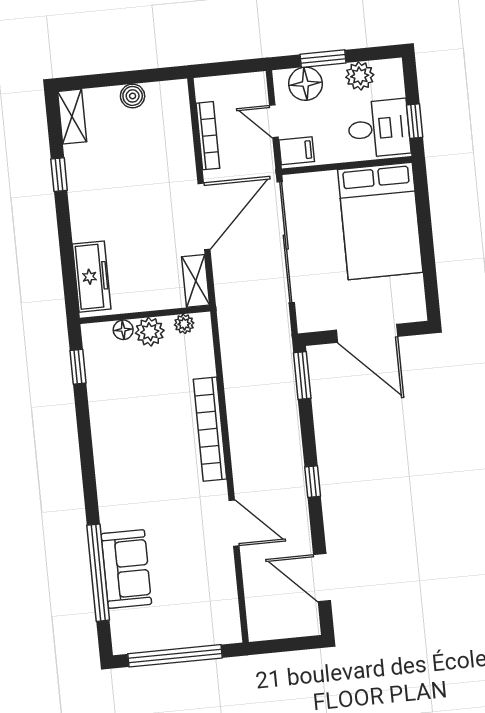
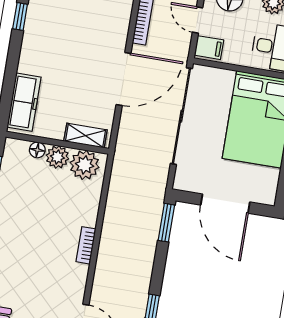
shelving: (196, 281) -> (85, 136), moved, turned 90
plant: (184, 324) -> (85, 165), width x1.88, depth x1.88
bookcase: (210, 429) -> (86, 245), width x0.43, depth x0.76

